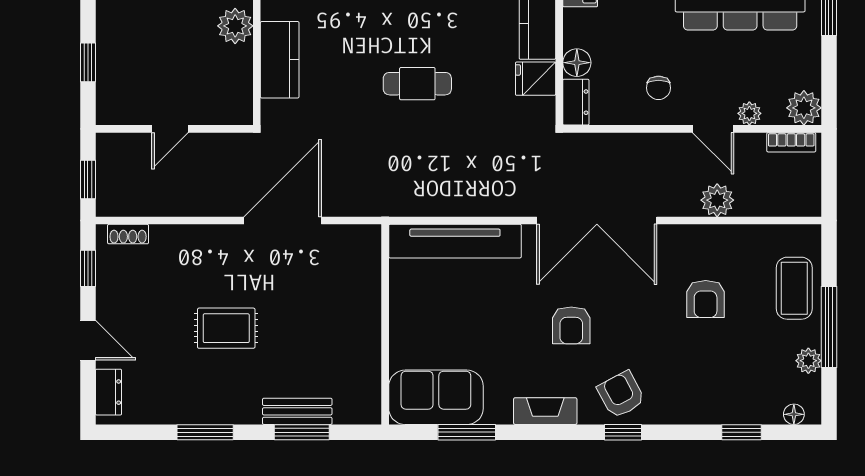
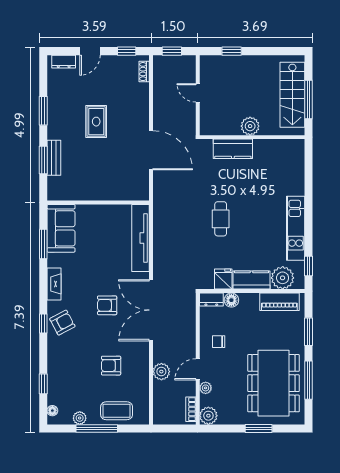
armchair: (571, 325) -> (107, 305), moved

